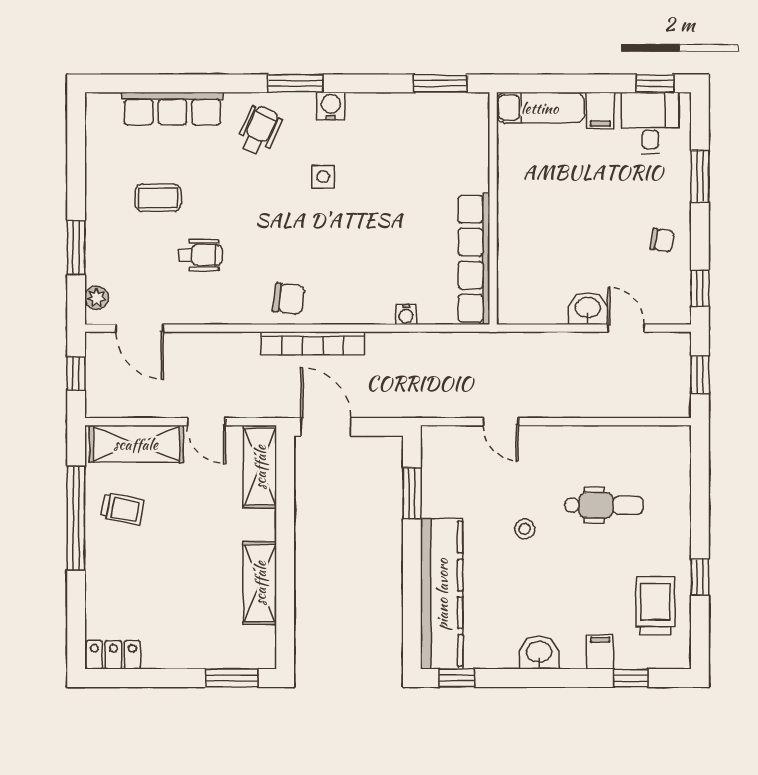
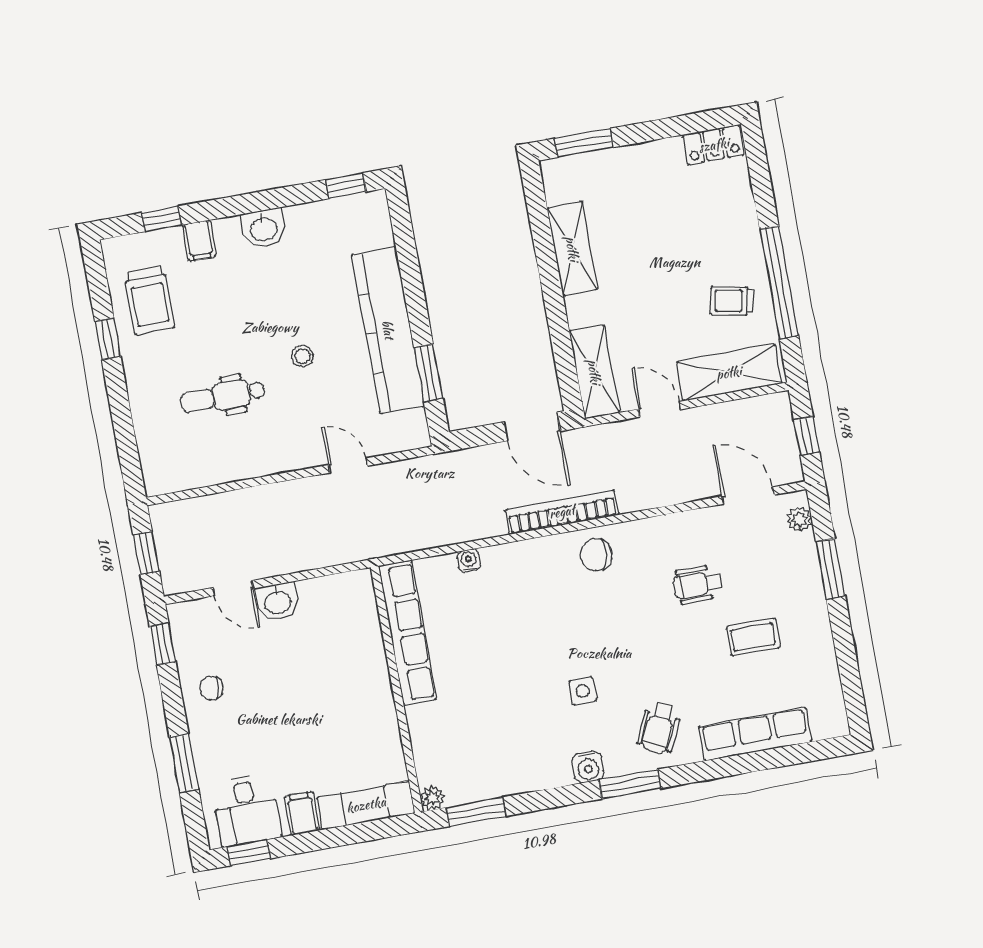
plant: (478, 103) -> (432, 798), added
kitchen counter: (442, 594) -> (388, 330), moved

